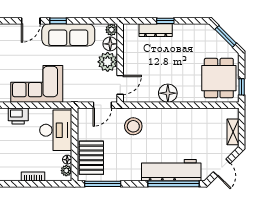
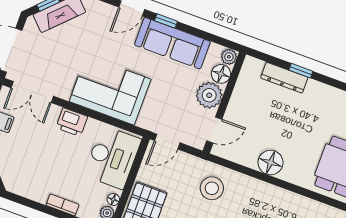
door: (102, 105) -> (167, 142), moved

